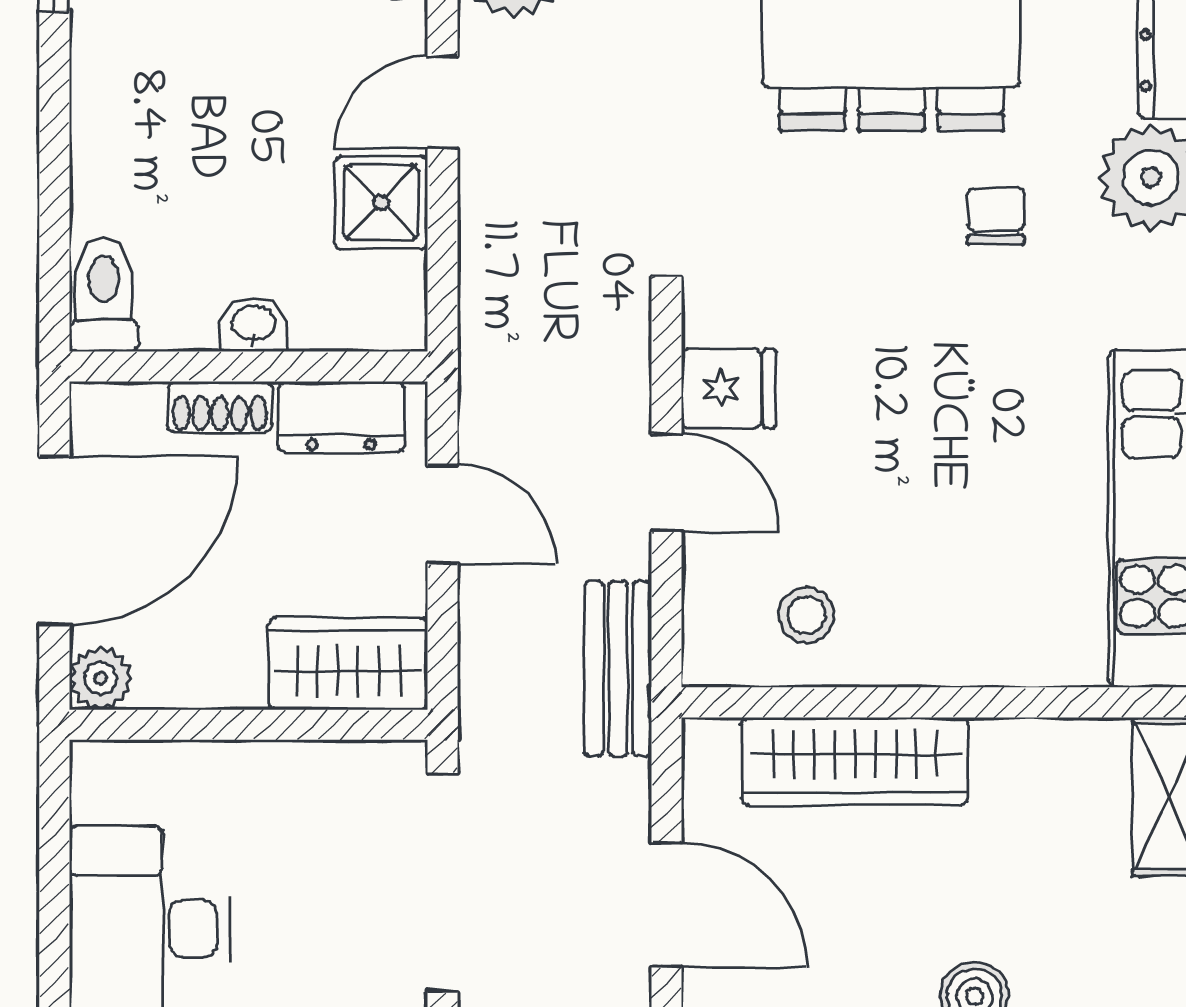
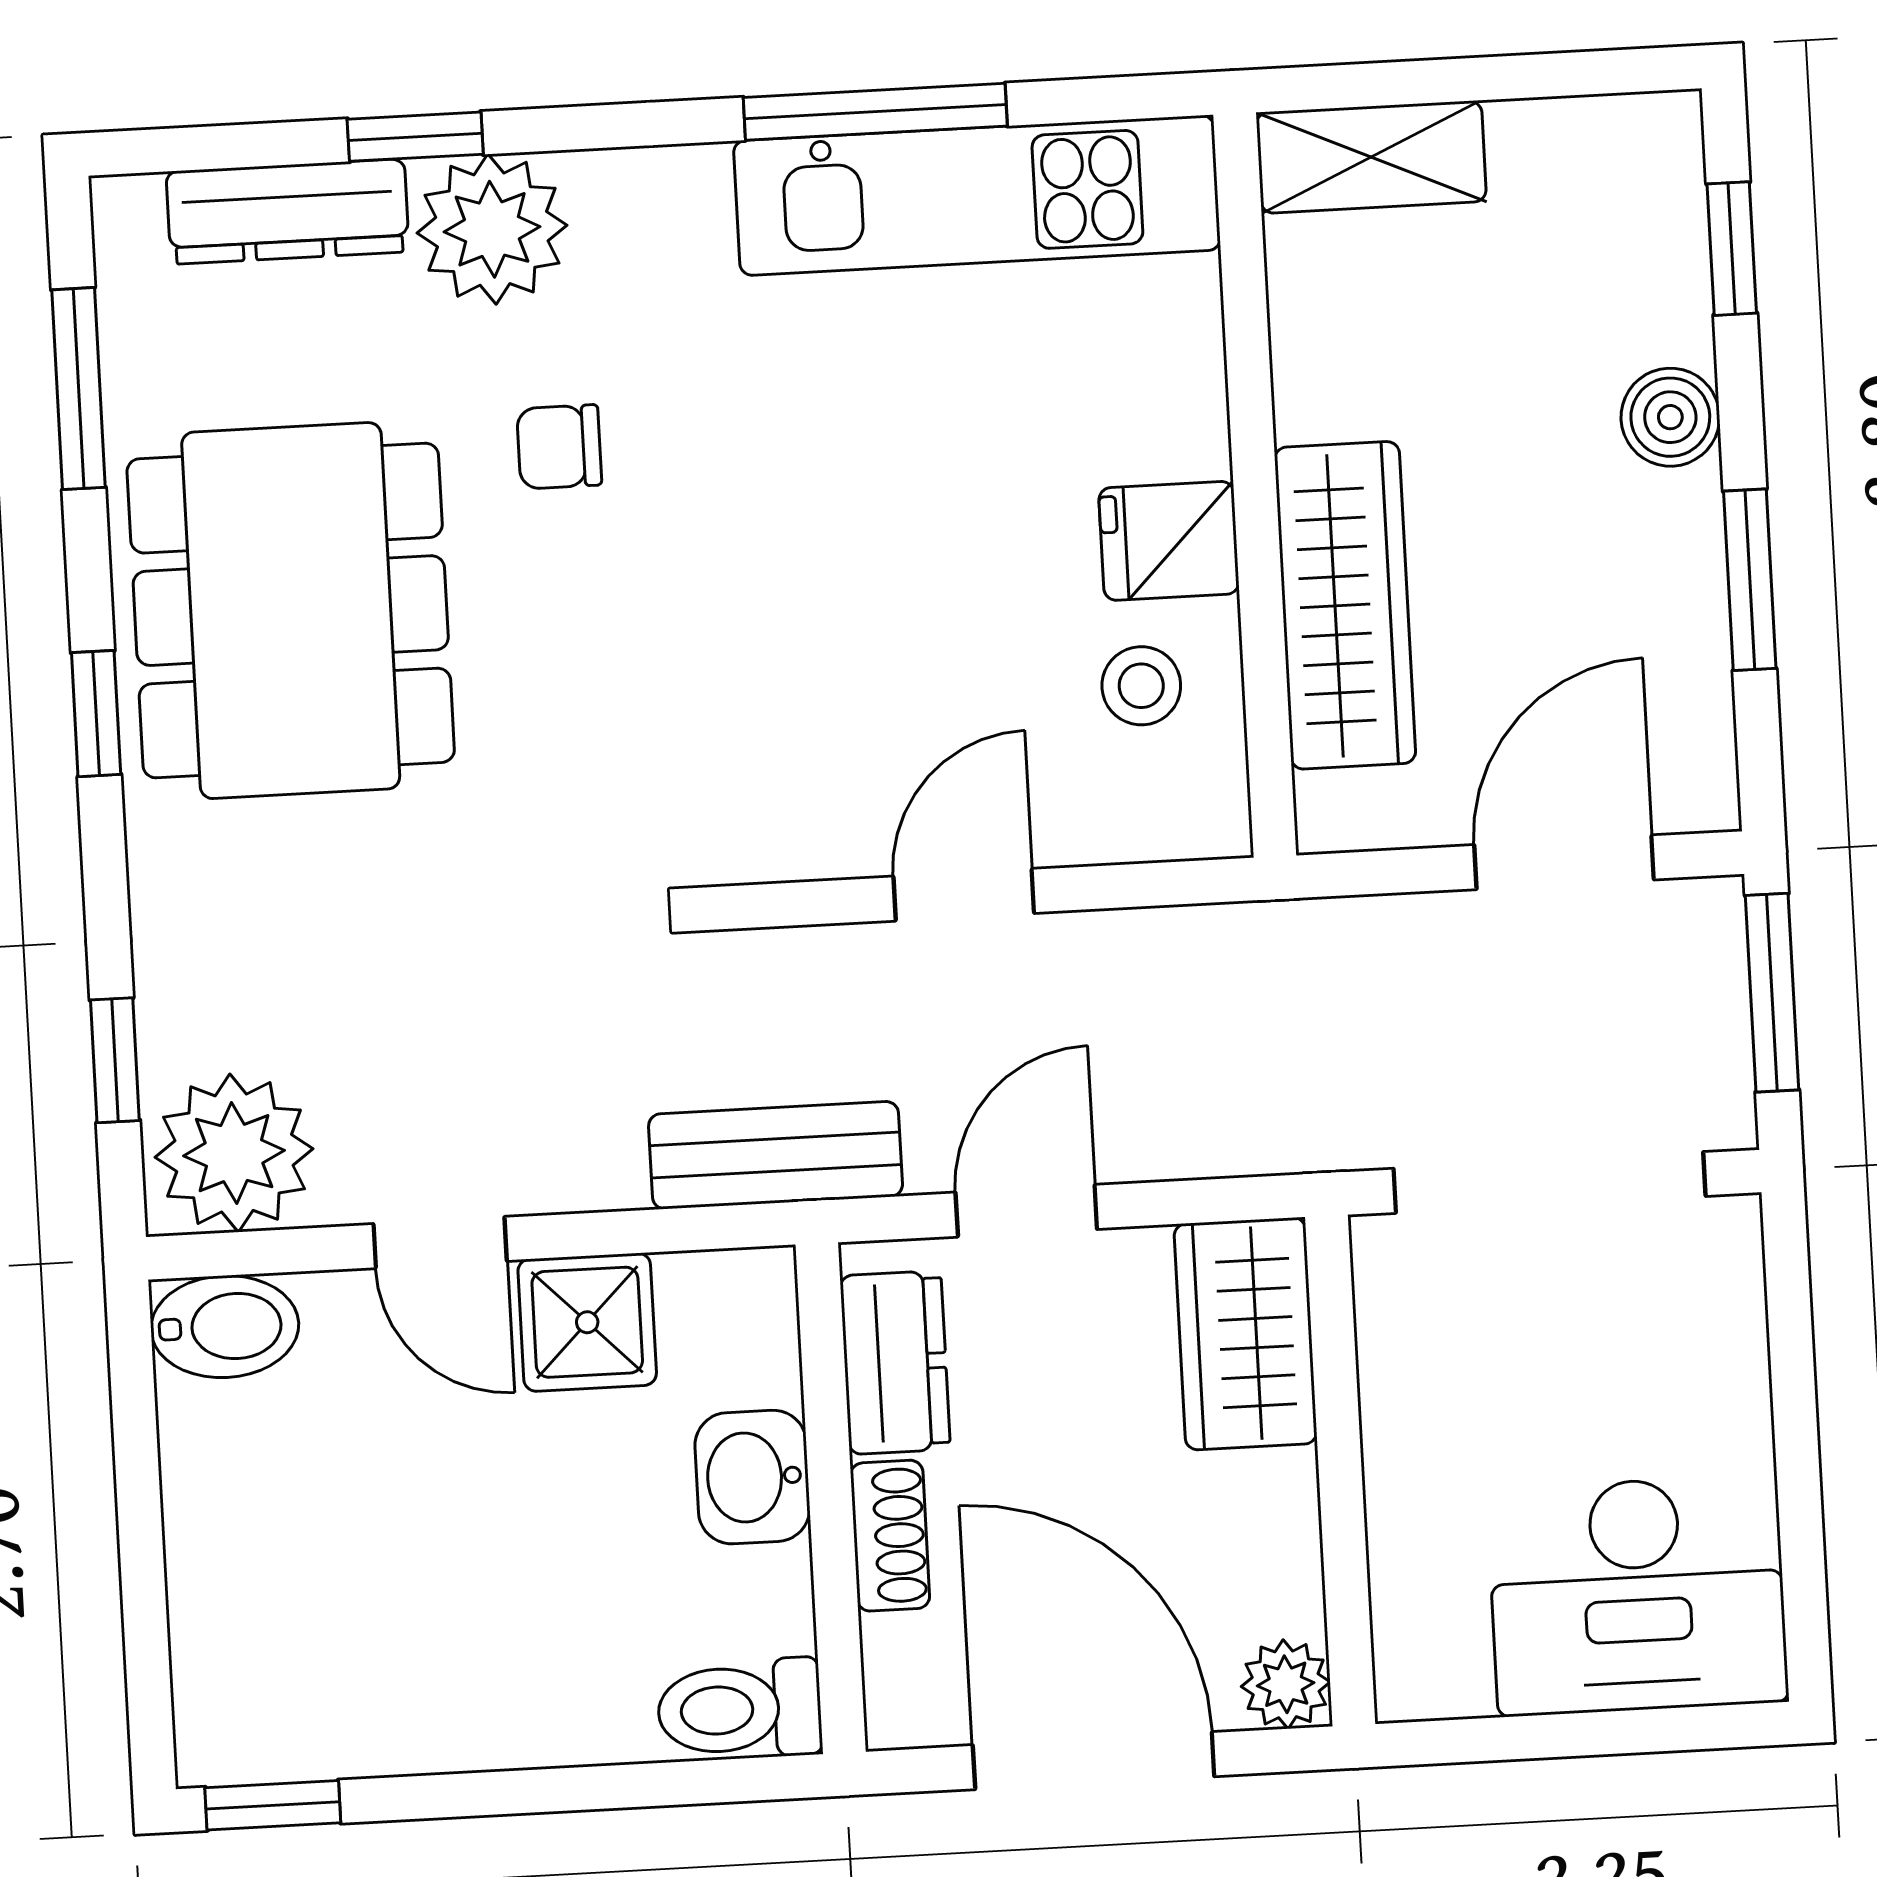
washbasin: (253, 325) -> (752, 1477), width x1.38, depth x1.45
fridge: (729, 388) -> (1169, 541), moved, turned -90
bench: (618, 669) -> (776, 1155), moved

